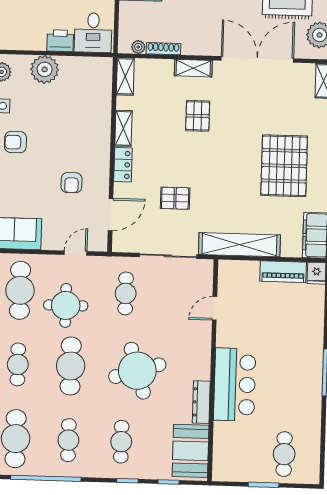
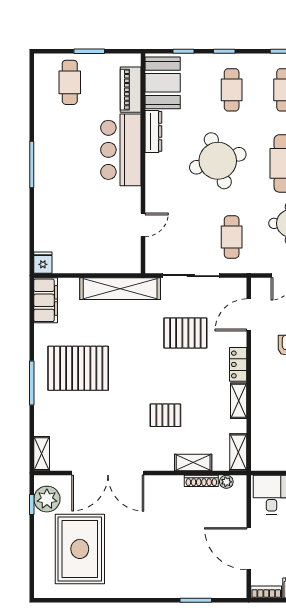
shelving: (193, 68) -> (193, 462), moved
pallet: (198, 116) -> (165, 415), turned 90
pallet: (284, 166) -> (78, 368), turned 90
pallet: (175, 198) -> (185, 333), width x1.50, depth x1.42
piano: (283, 272) -> (131, 90), moved, turned -90

